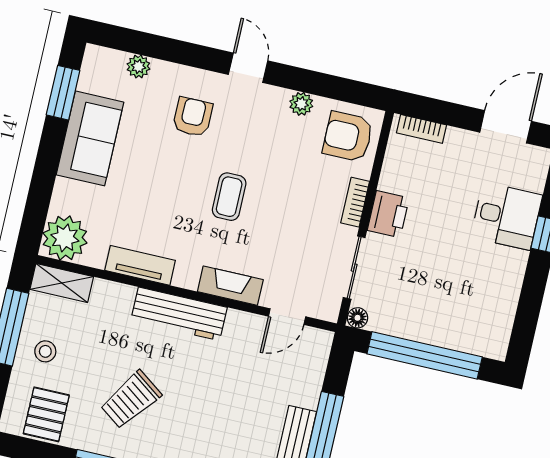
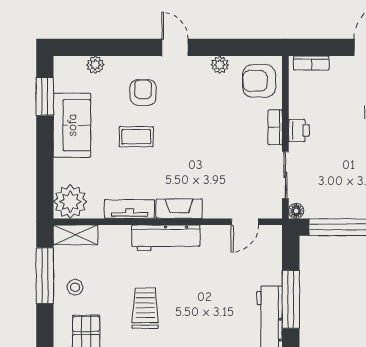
coffee table: (229, 197) -> (136, 137), moved, turned 90
printer: (388, 214) -> (299, 130), width x0.73, depth x0.81
fireplace: (230, 286) -> (179, 209), moved
trolley: (131, 400) -> (145, 308), turned 144

